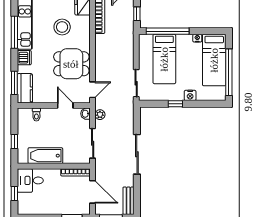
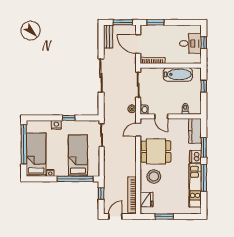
stool: (62, 27) -> (154, 176), moved
window: (14, 83) -> (204, 147), moved
desk: (30, 180) -> (190, 43), moved

